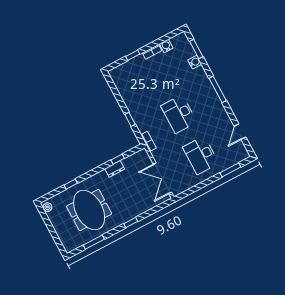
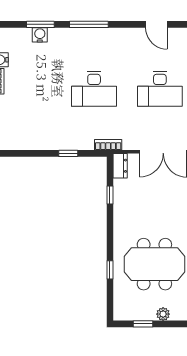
window: (196, 49) -> (40, 24), moved
dresser: (115, 169) -> (120, 166), moved
plant: (47, 207) -> (163, 314), moved
window: (48, 223) -> (143, 324), added

